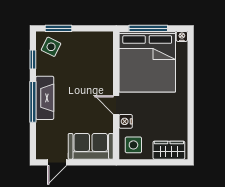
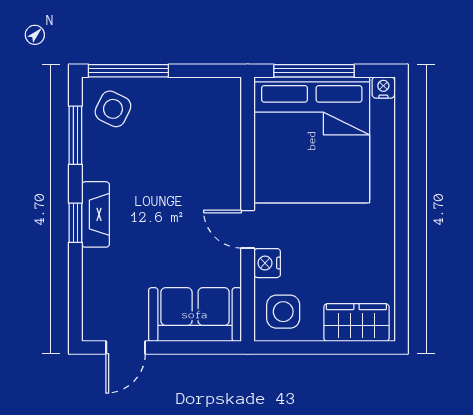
window: (59, 28) -> (128, 71), width x1.44
window: (33, 60) -> (75, 135), width x1.50
fireplace: (45, 98) -> (96, 214), width x0.73, depth x0.76
window: (33, 102) -> (75, 223), width x0.46

